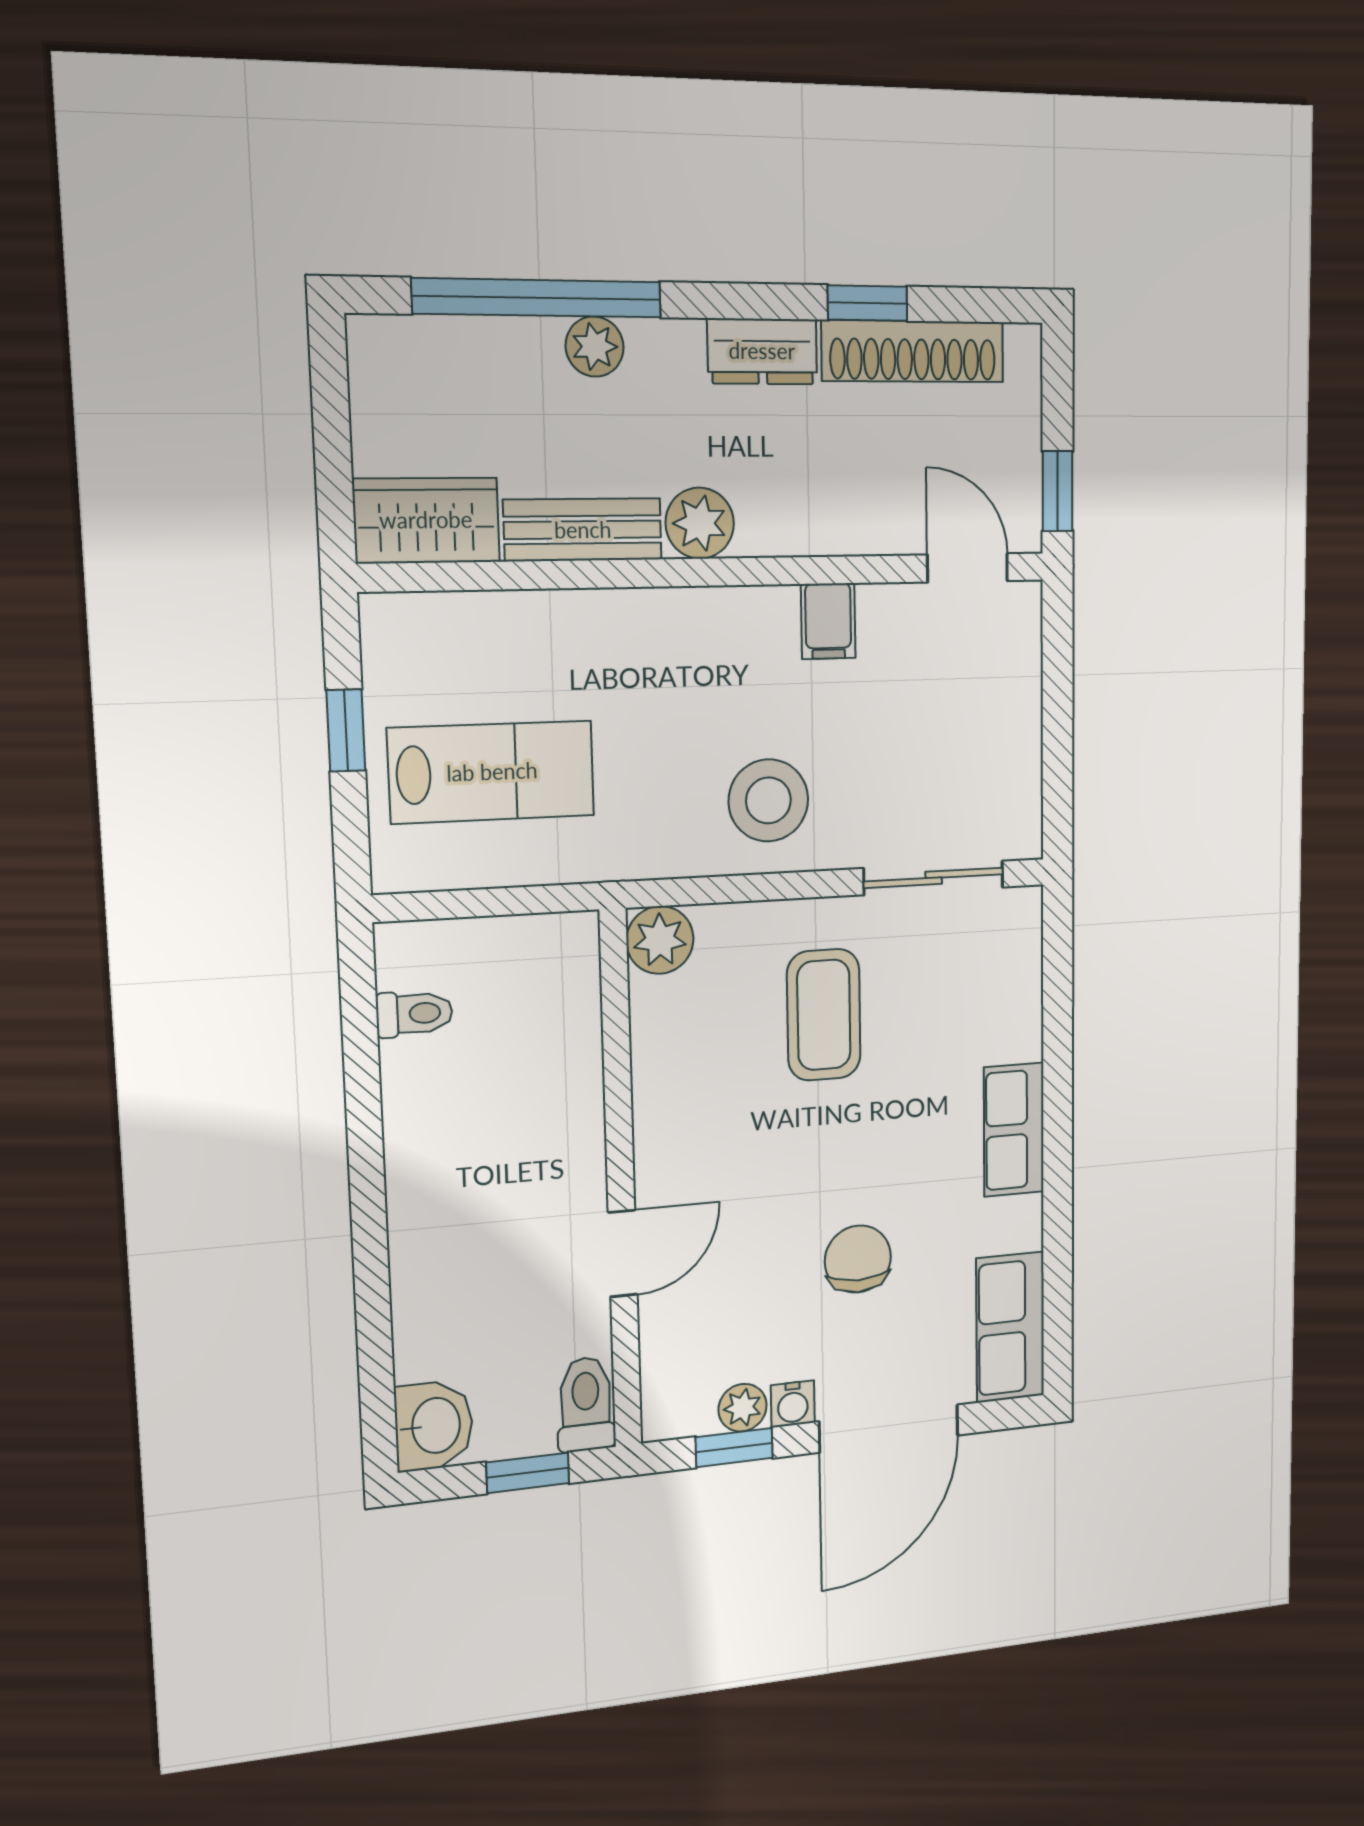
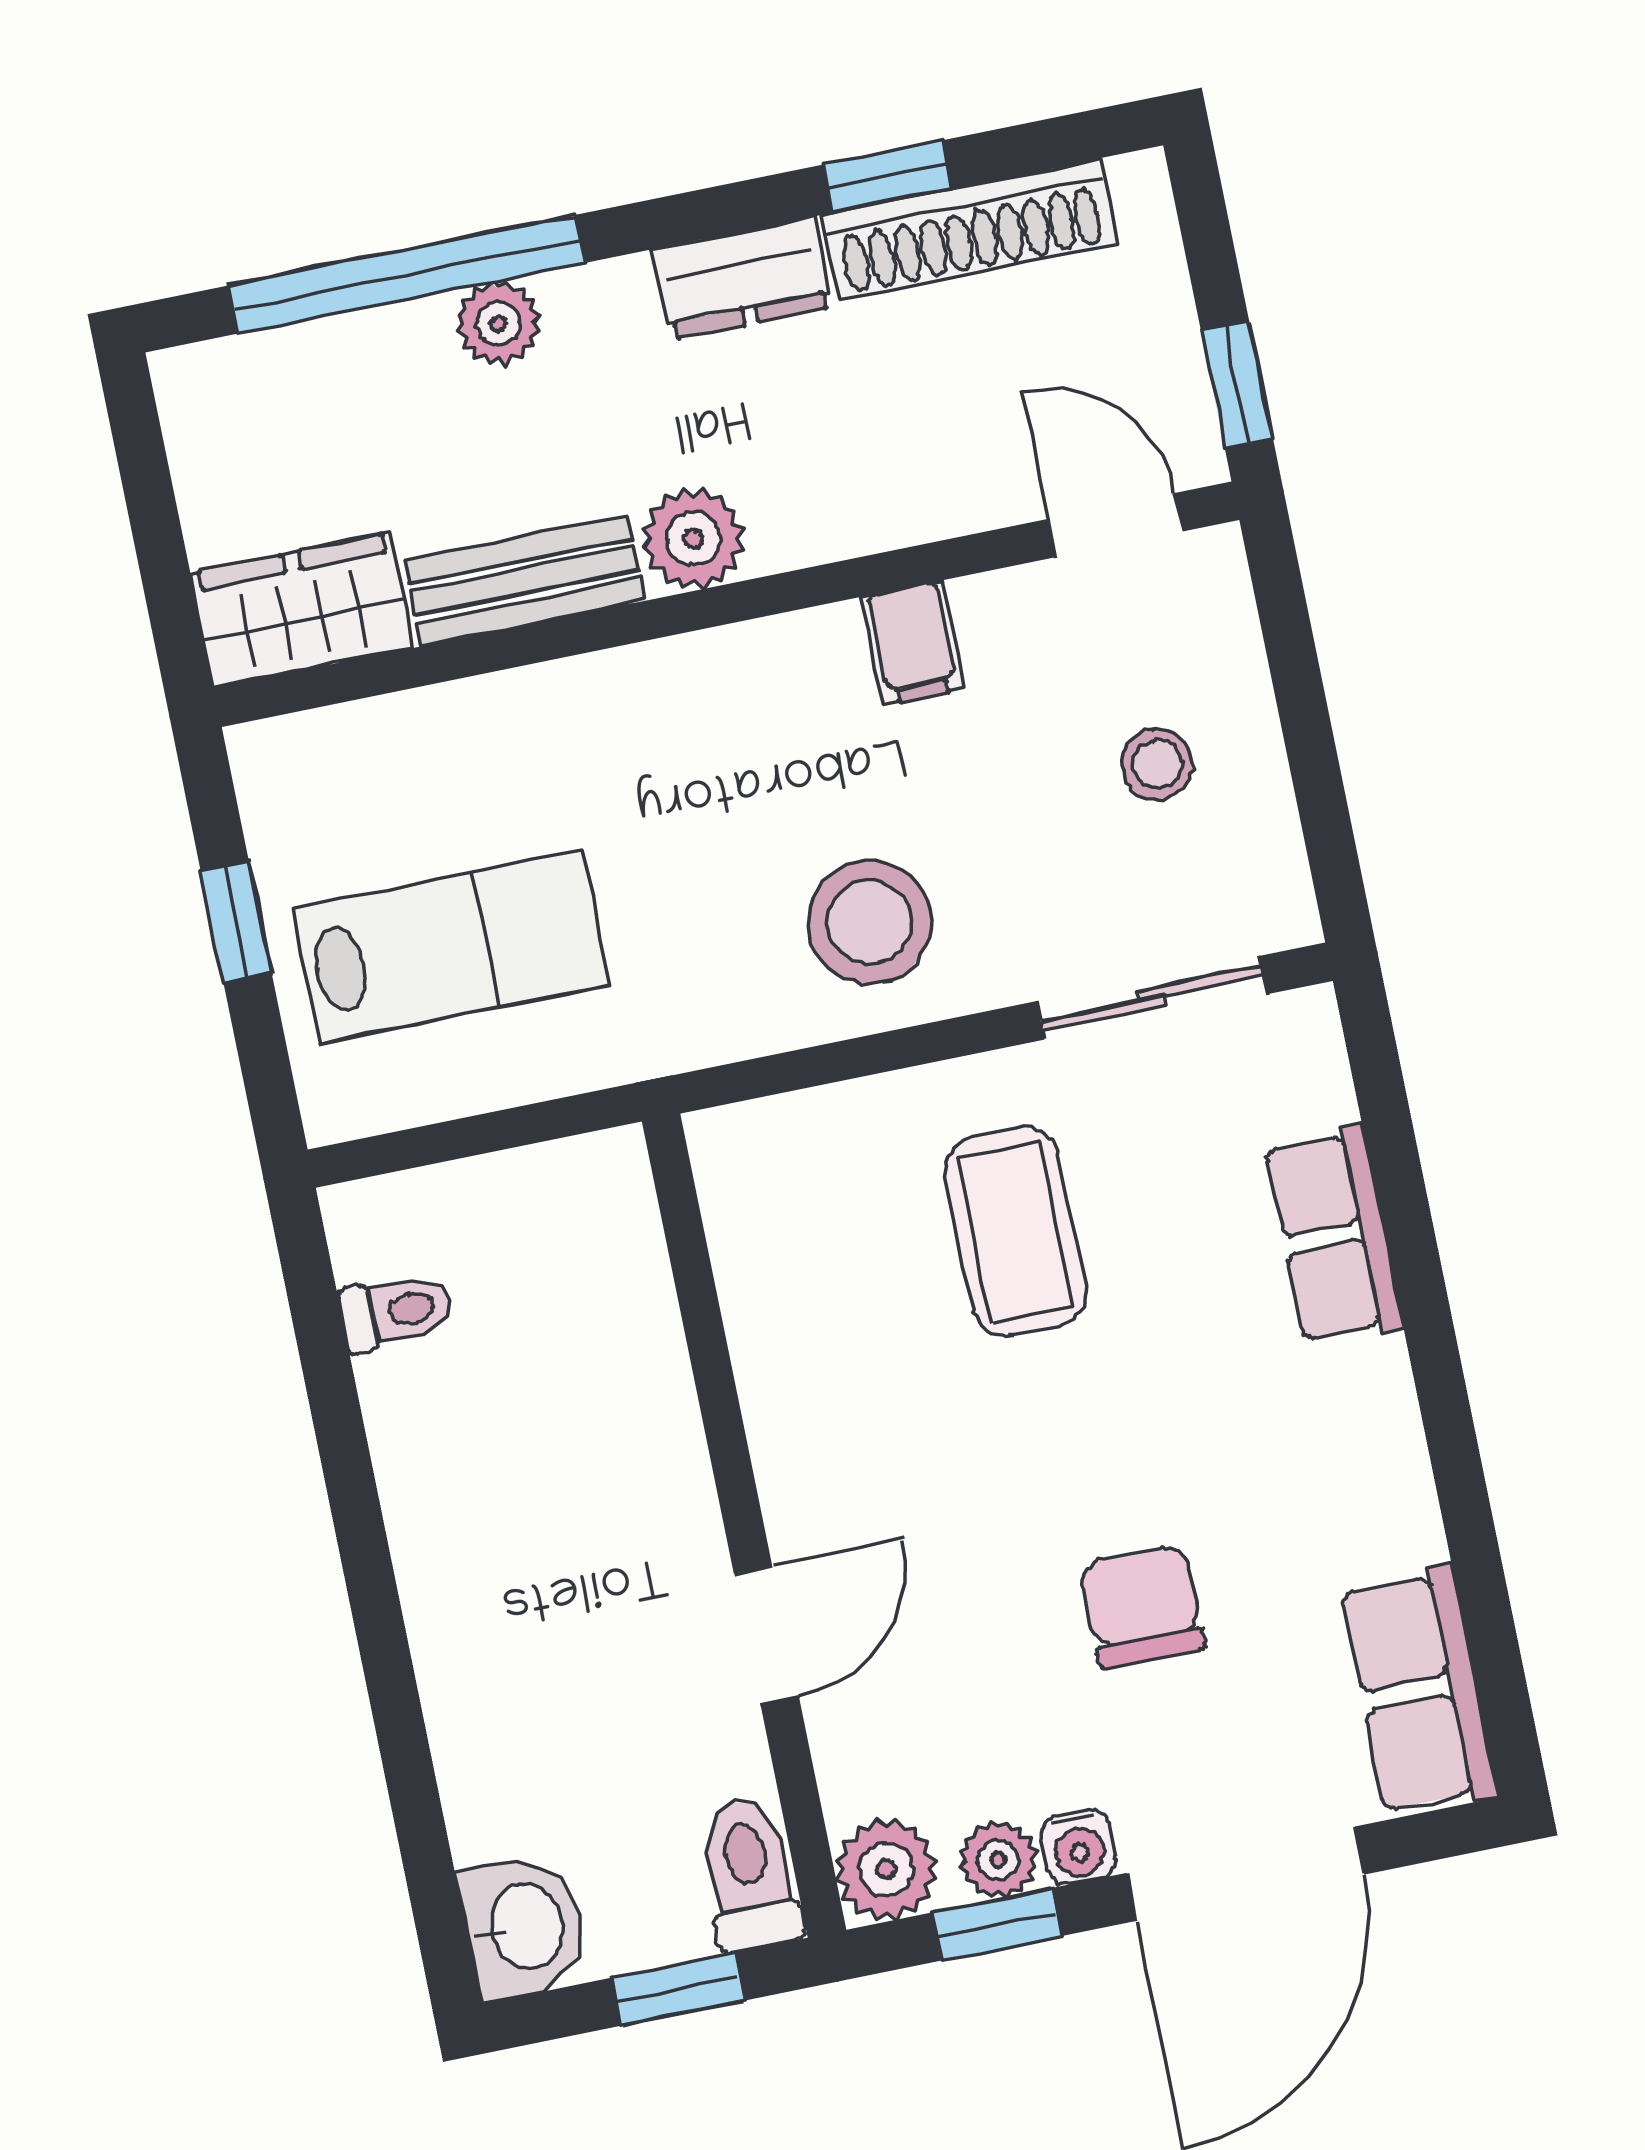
stool: (964, 728) -> (1157, 764), added
plant: (660, 940) -> (886, 1869), moved
row of seats: (1014, 1130) -> (1334, 1236), moved

